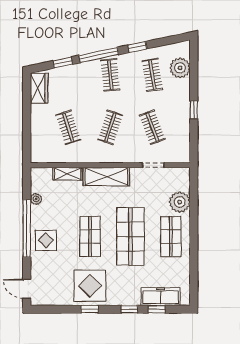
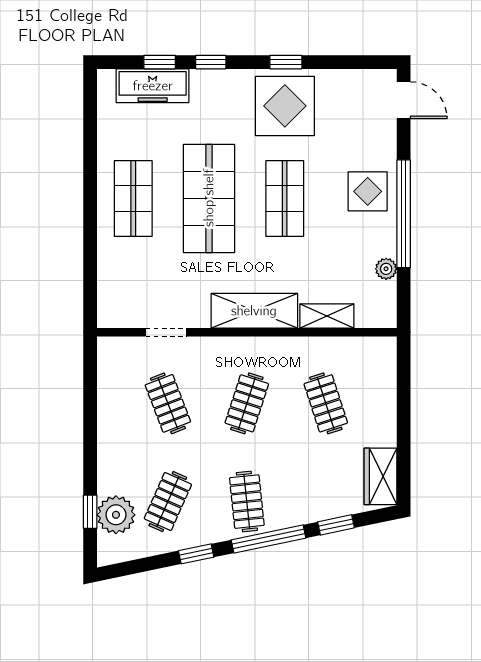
clothes rail: (152, 75) -> (168, 502), turned 33
window: (194, 110) -> (90, 512), moved
plant: (180, 202) -> (117, 263), removed

